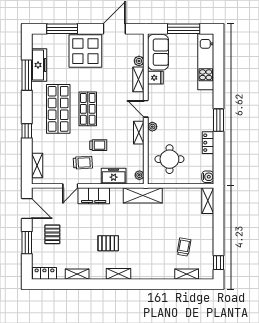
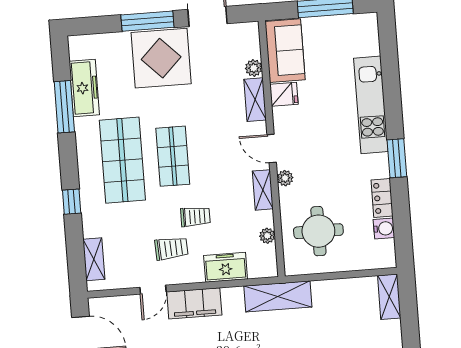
window: (62, 29) -> (147, 21), moved
kitchen unit: (206, 62) -> (371, 105), moved
plant: (139, 175) -> (267, 236), moved
water cooler: (208, 177) -> (384, 229), moved

